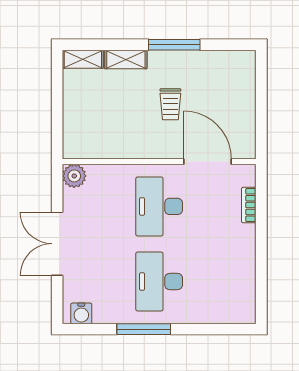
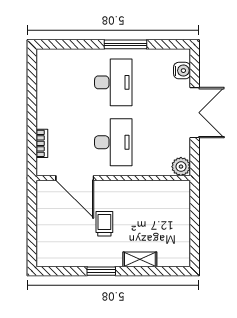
window: (174, 45) -> (101, 271), width x0.69
shelving: (83, 59) -> (174, 260), removed
water cooler: (81, 313) -> (182, 71), moved, turned 90

